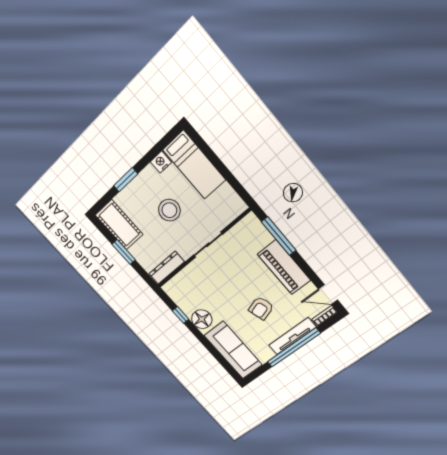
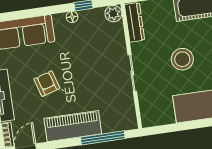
plant: (171, 288) -> (113, 14), added
floor lamp: (202, 319) -> (72, 17), width x0.53, depth x0.53

